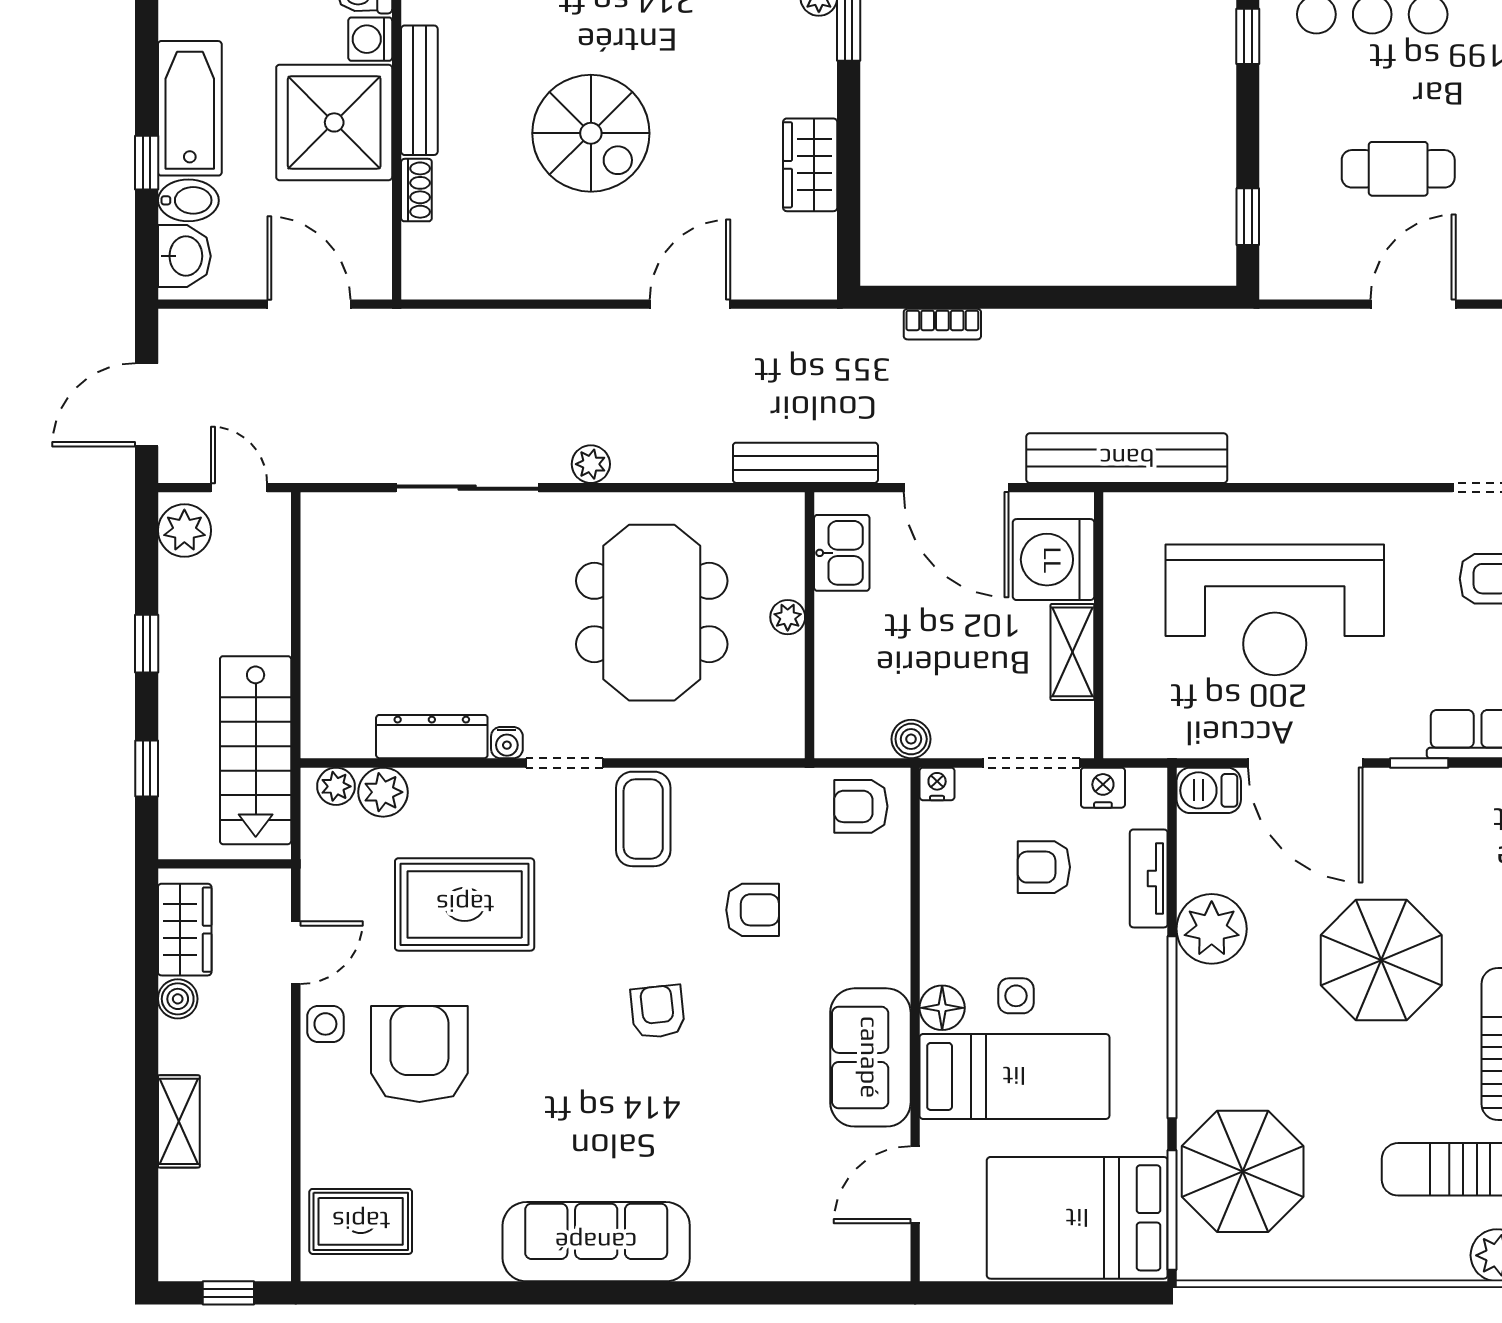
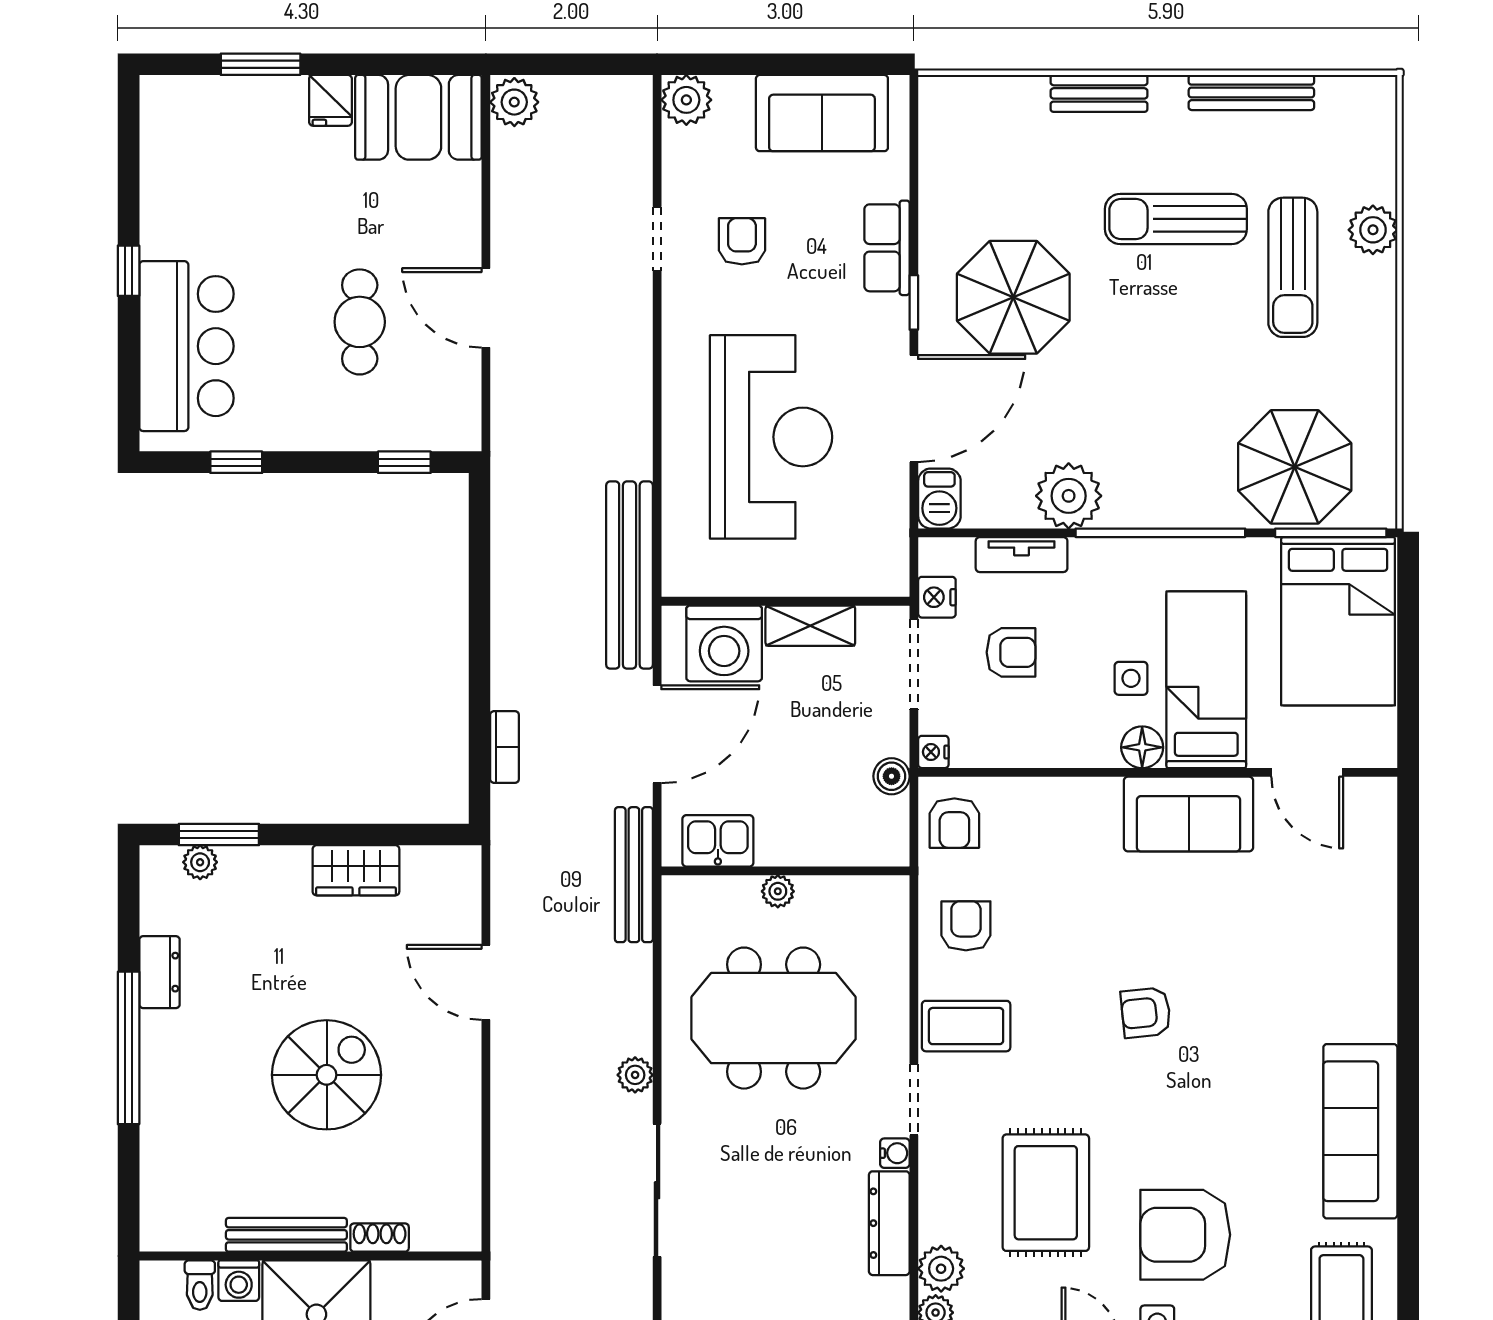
armchair: (1044, 867) -> (1011, 652), turned -90
armchair: (753, 910) -> (966, 926), moved
parasol: (1381, 960) -> (1013, 297), moved
sofa: (596, 1242) -> (1360, 1131), moved

